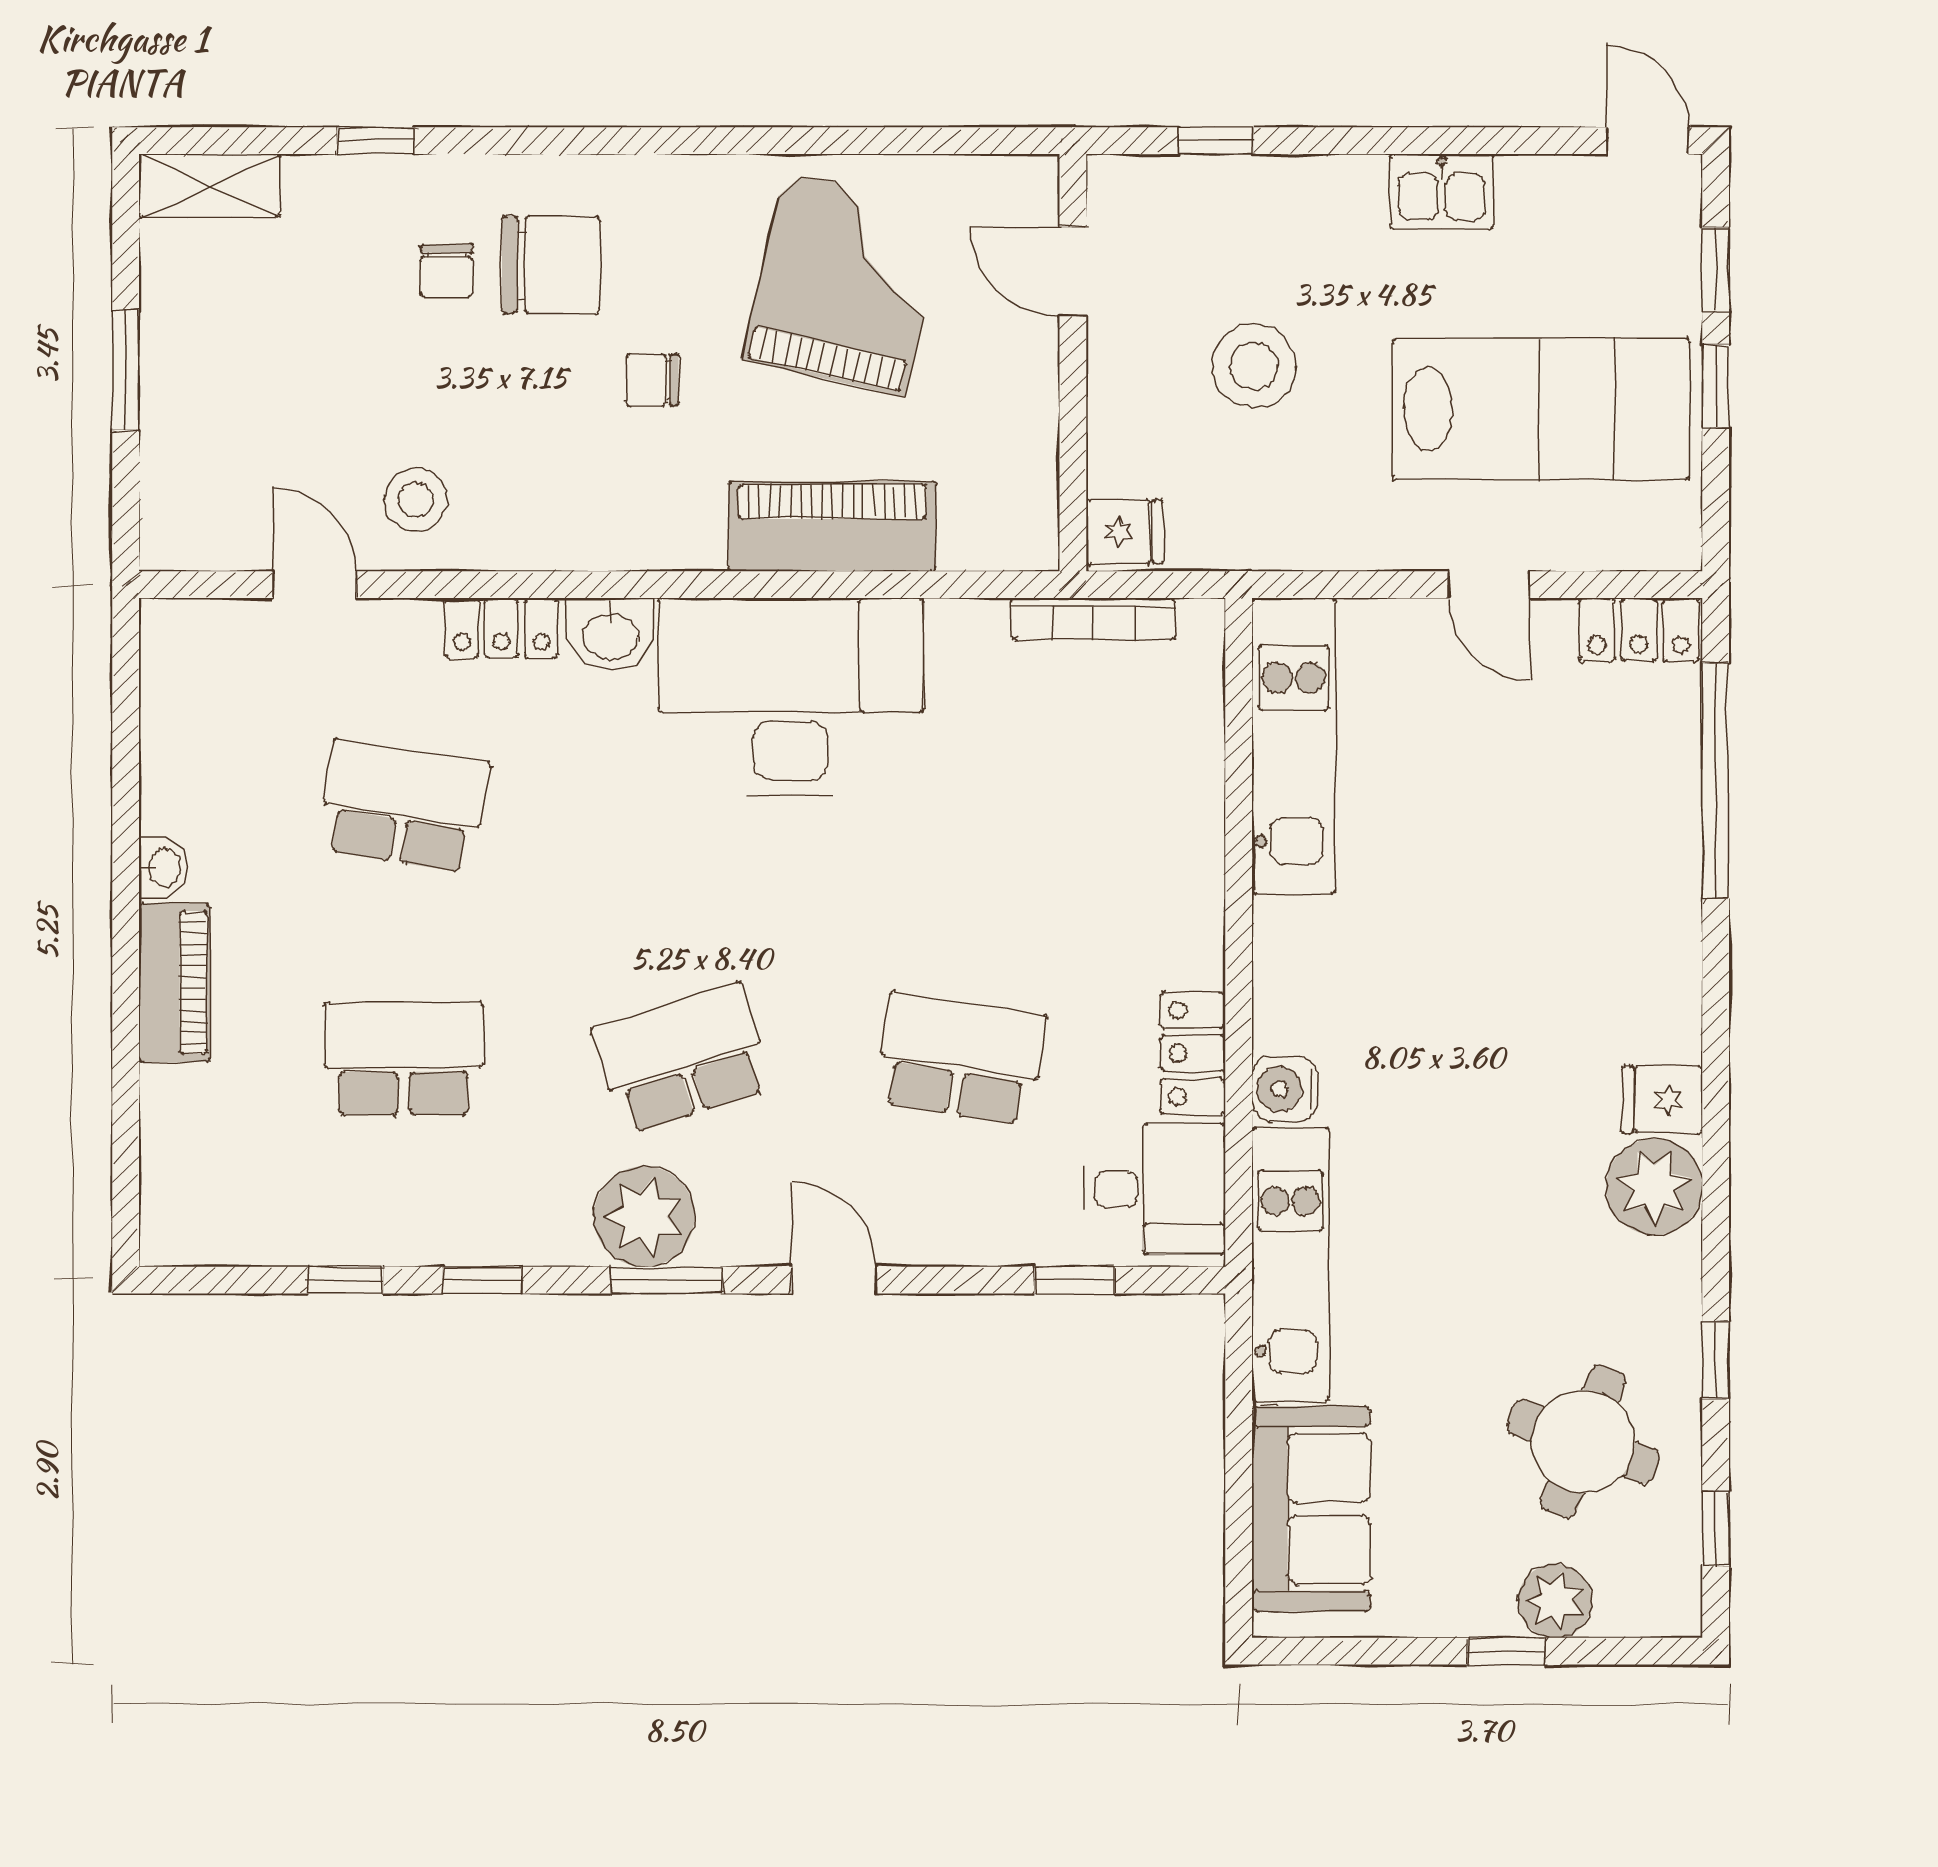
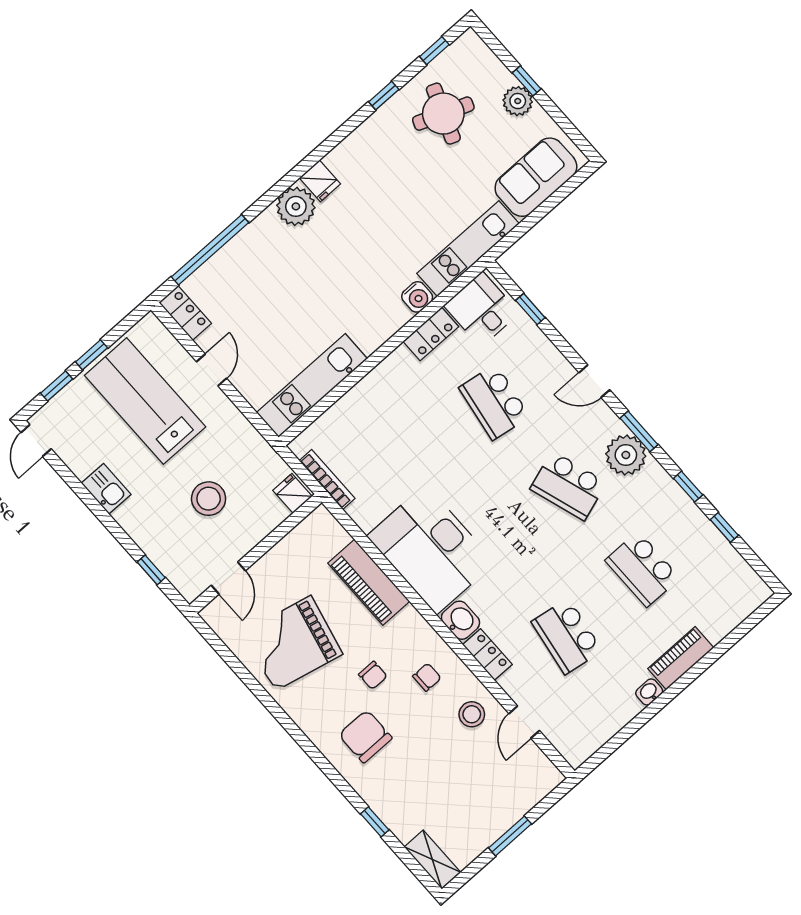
chair: (446, 270) -> (427, 677), moved
plant: (1654, 1187) -> (296, 206), moved
door: (834, 1280) -> (594, 381), hinge flipped
plant: (1555, 1601) -> (518, 101), moved

